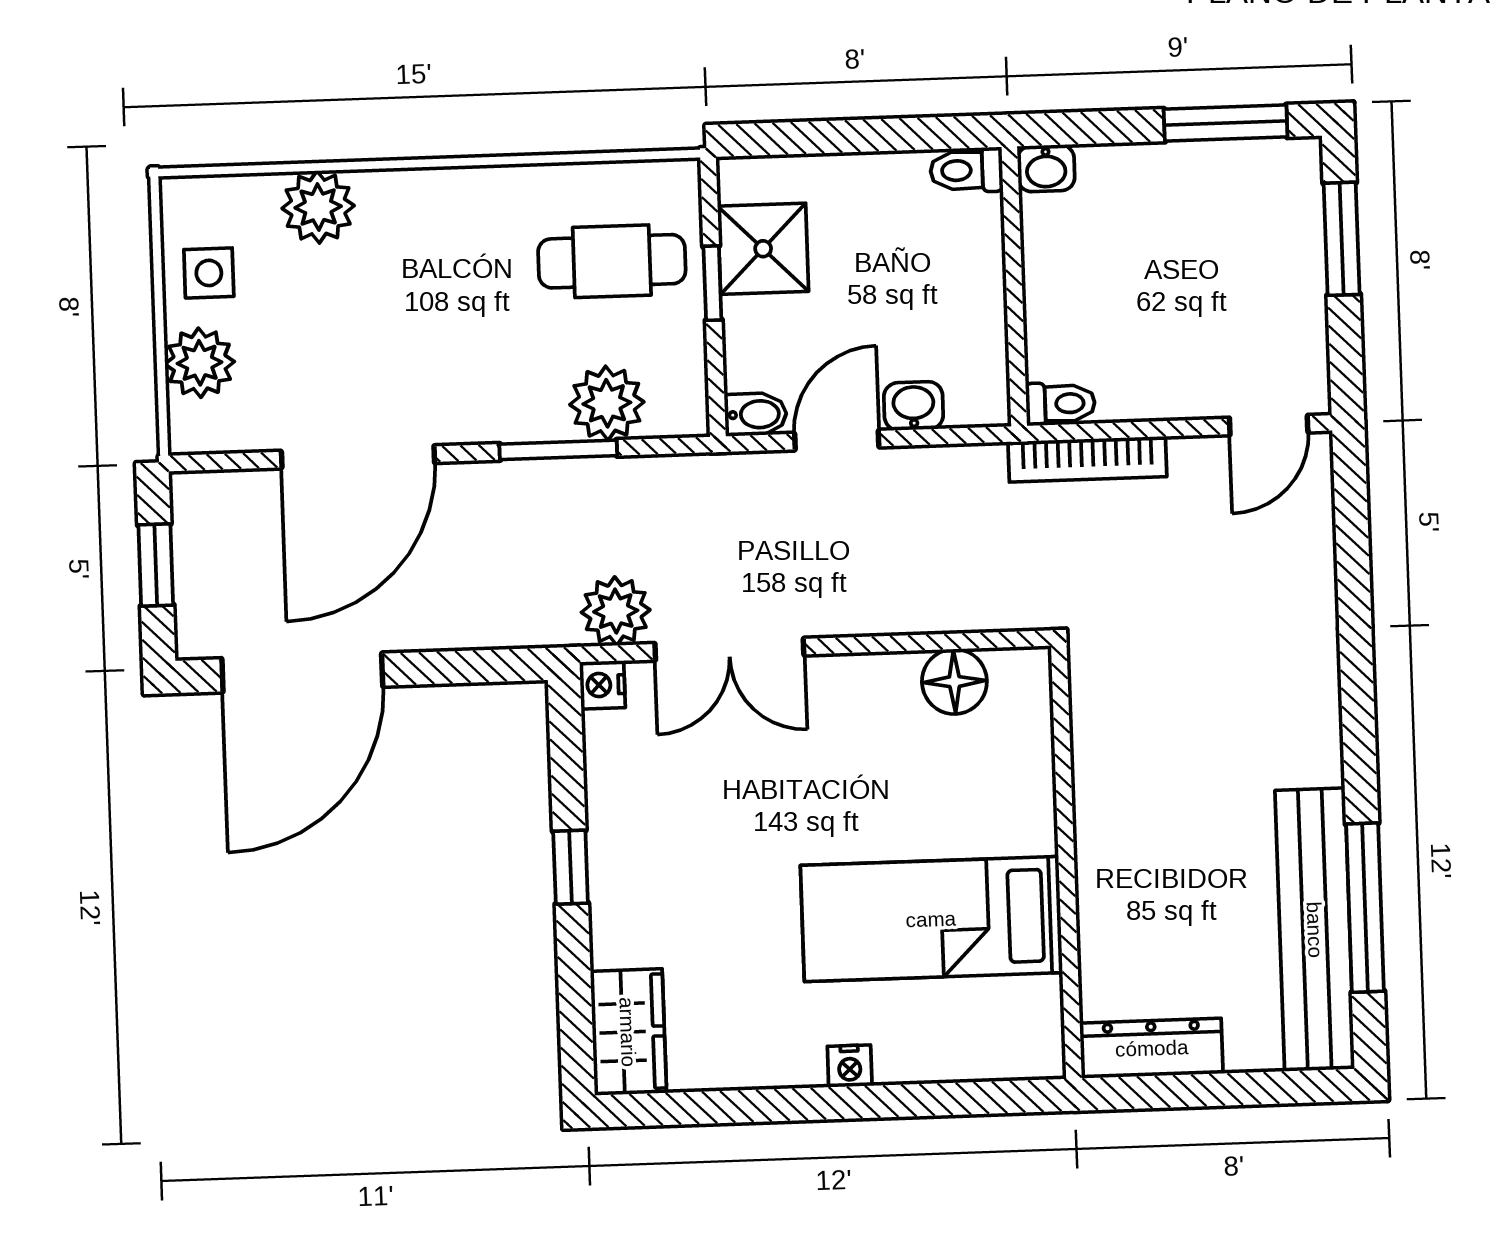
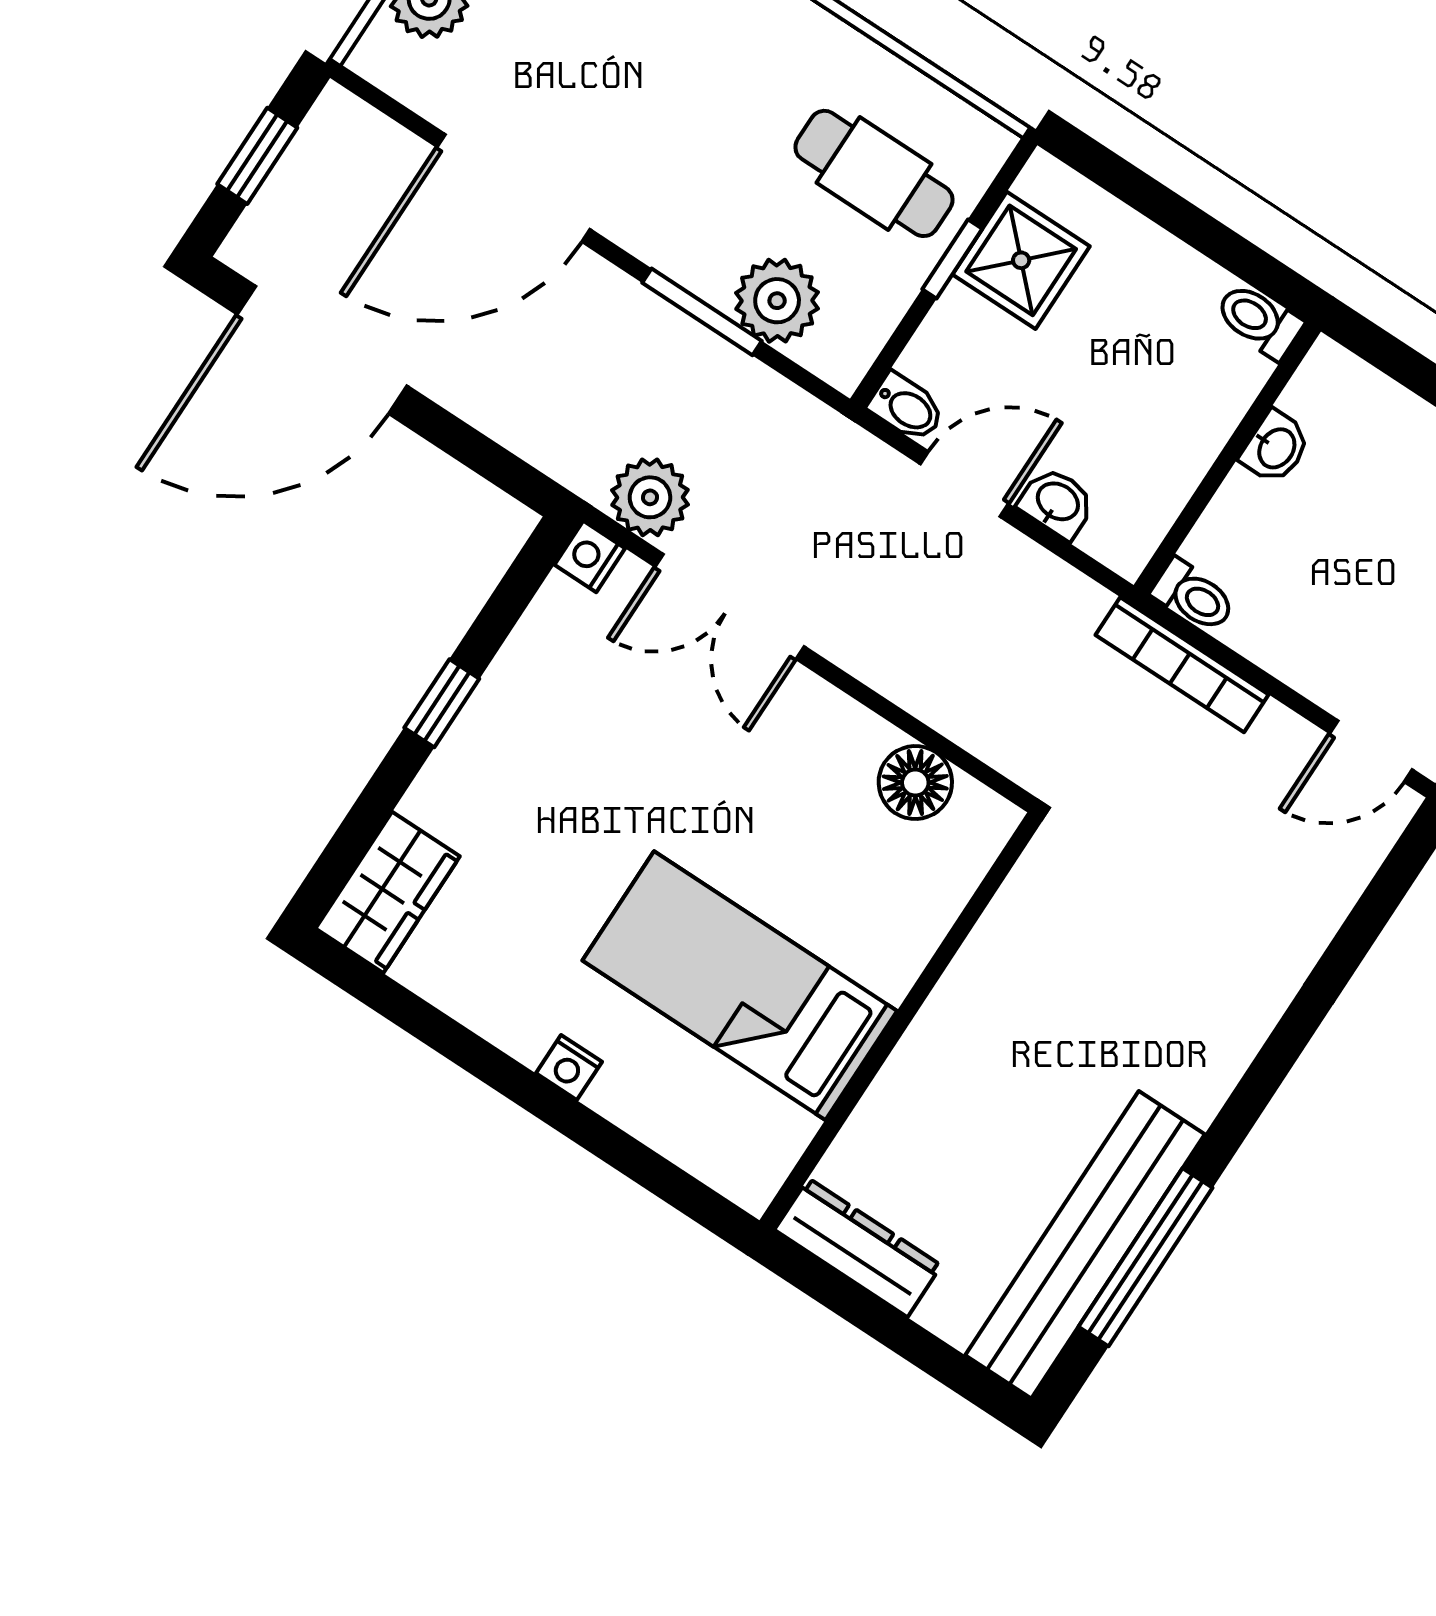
washbasin: (1046, 168) -> (1276, 447), moved, turned -90

